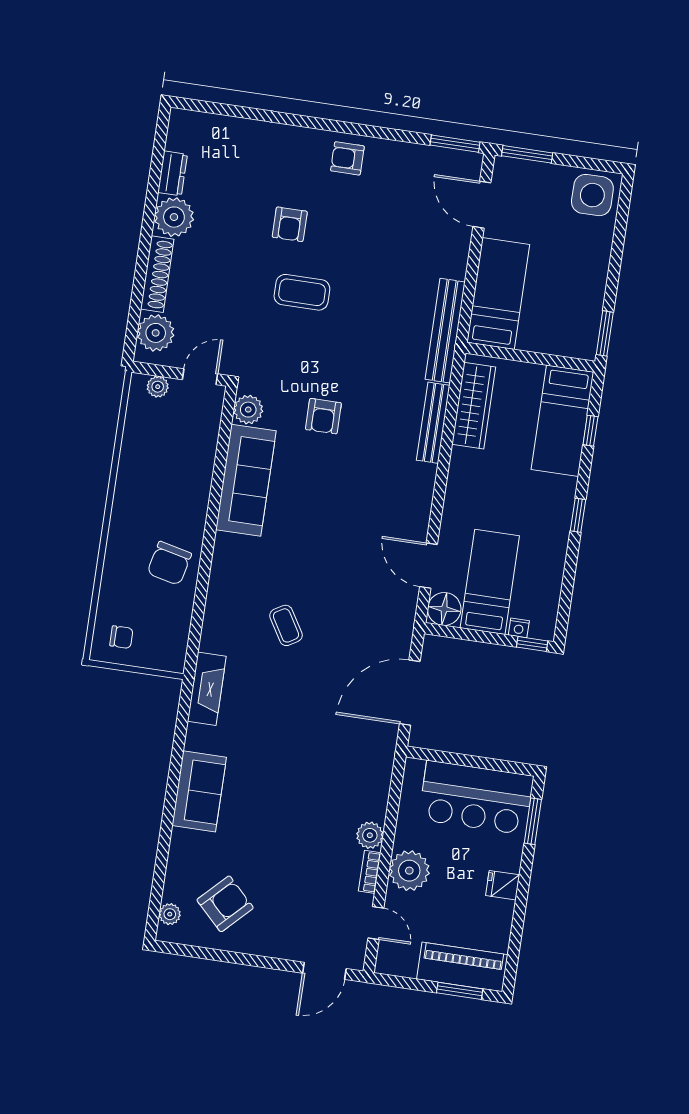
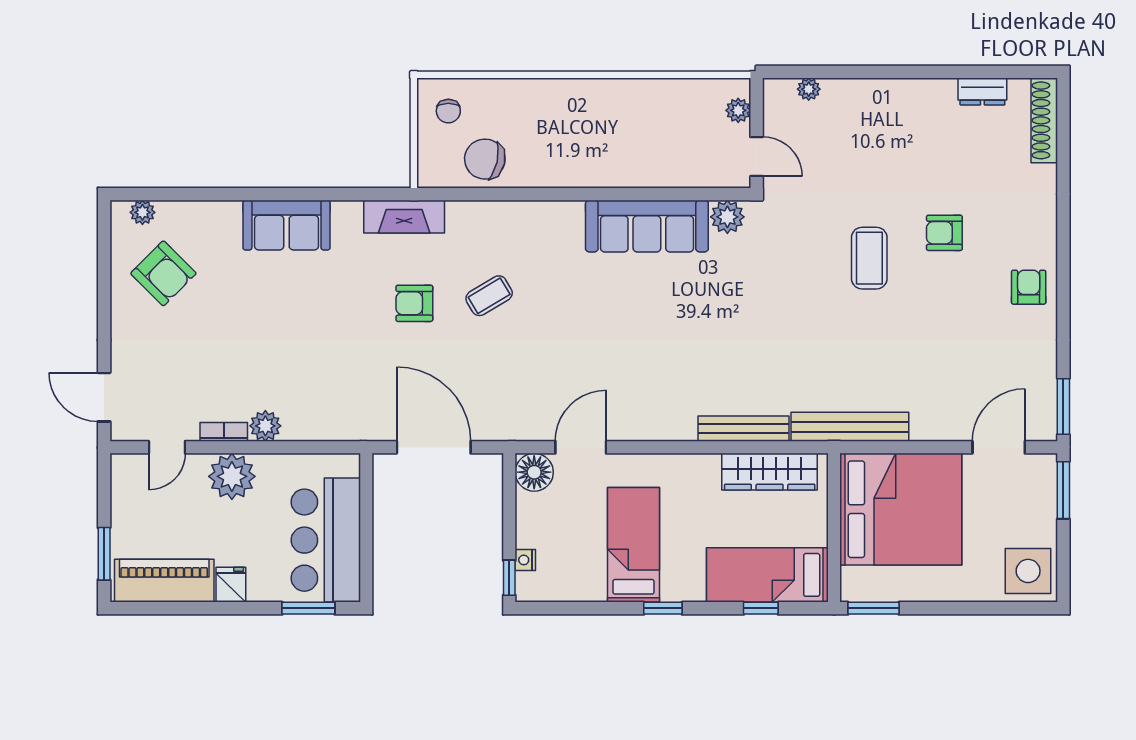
plant: (174, 217) -> (933, 100), removed
shoe rack: (157, 274) -> (1044, 120), moved, turned 90
bed: (498, 293) -> (901, 509), width x2.04
plant: (156, 333) -> (809, 89), width x0.53, depth x0.53
armchair: (323, 416) -> (414, 303), moved
chair: (169, 563) -> (485, 159), moved
bed: (490, 582) -> (633, 545), moved, turned -90
piano: (462, 967) -> (164, 581), moved, turned -90

